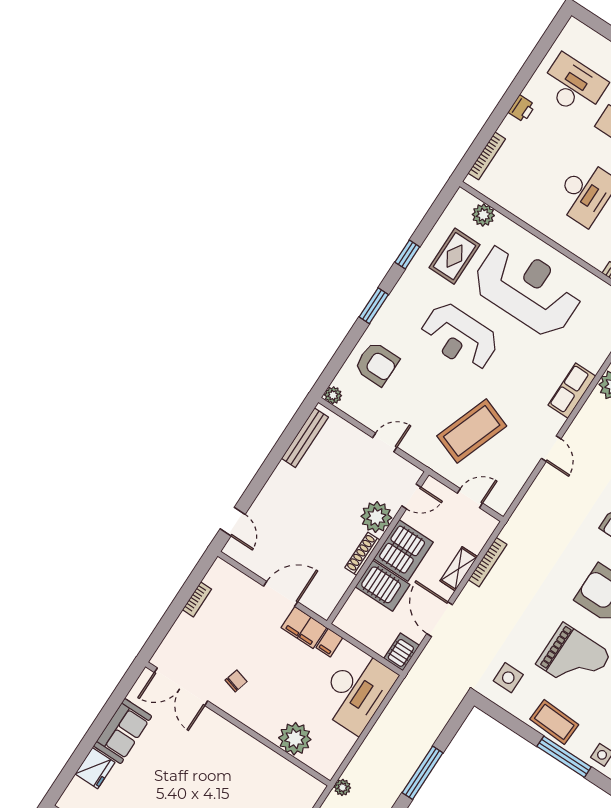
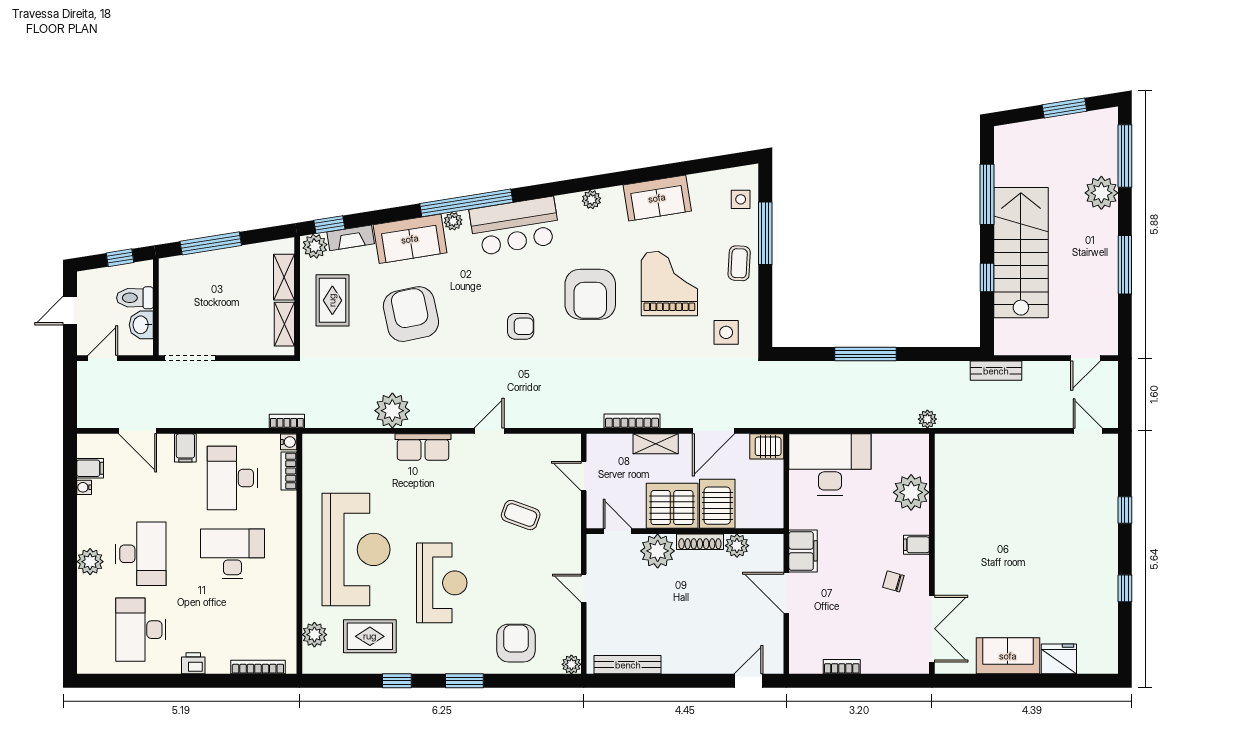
reception desk: (527, 289) -> (356, 549), turned 180
coffee table: (472, 431) -> (521, 515), width x0.54, depth x0.58
plant: (341, 580) -> (737, 546), added
filing cabinet: (329, 643) -> (916, 545), moved, turned 180
coffee table: (554, 722) -> (739, 263), width x0.73, depth x0.77

